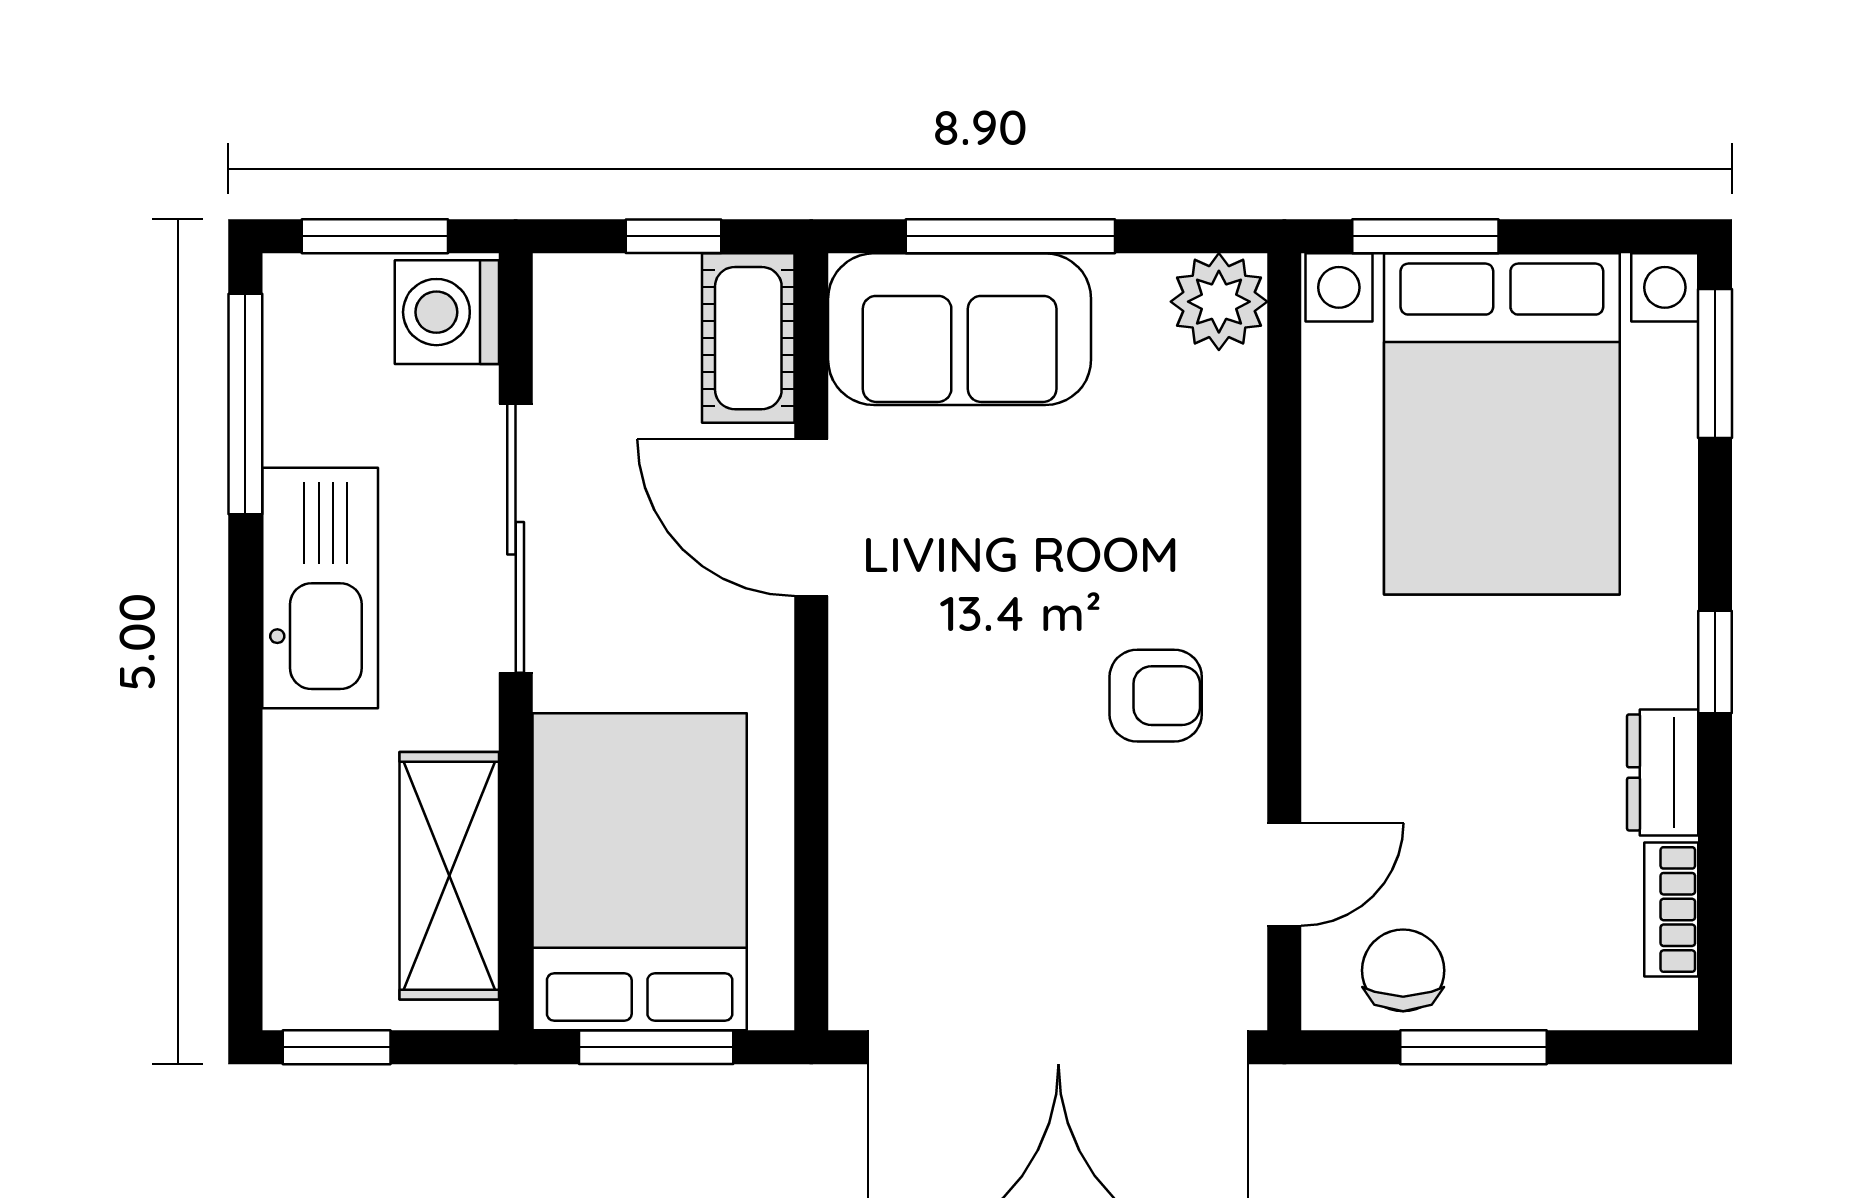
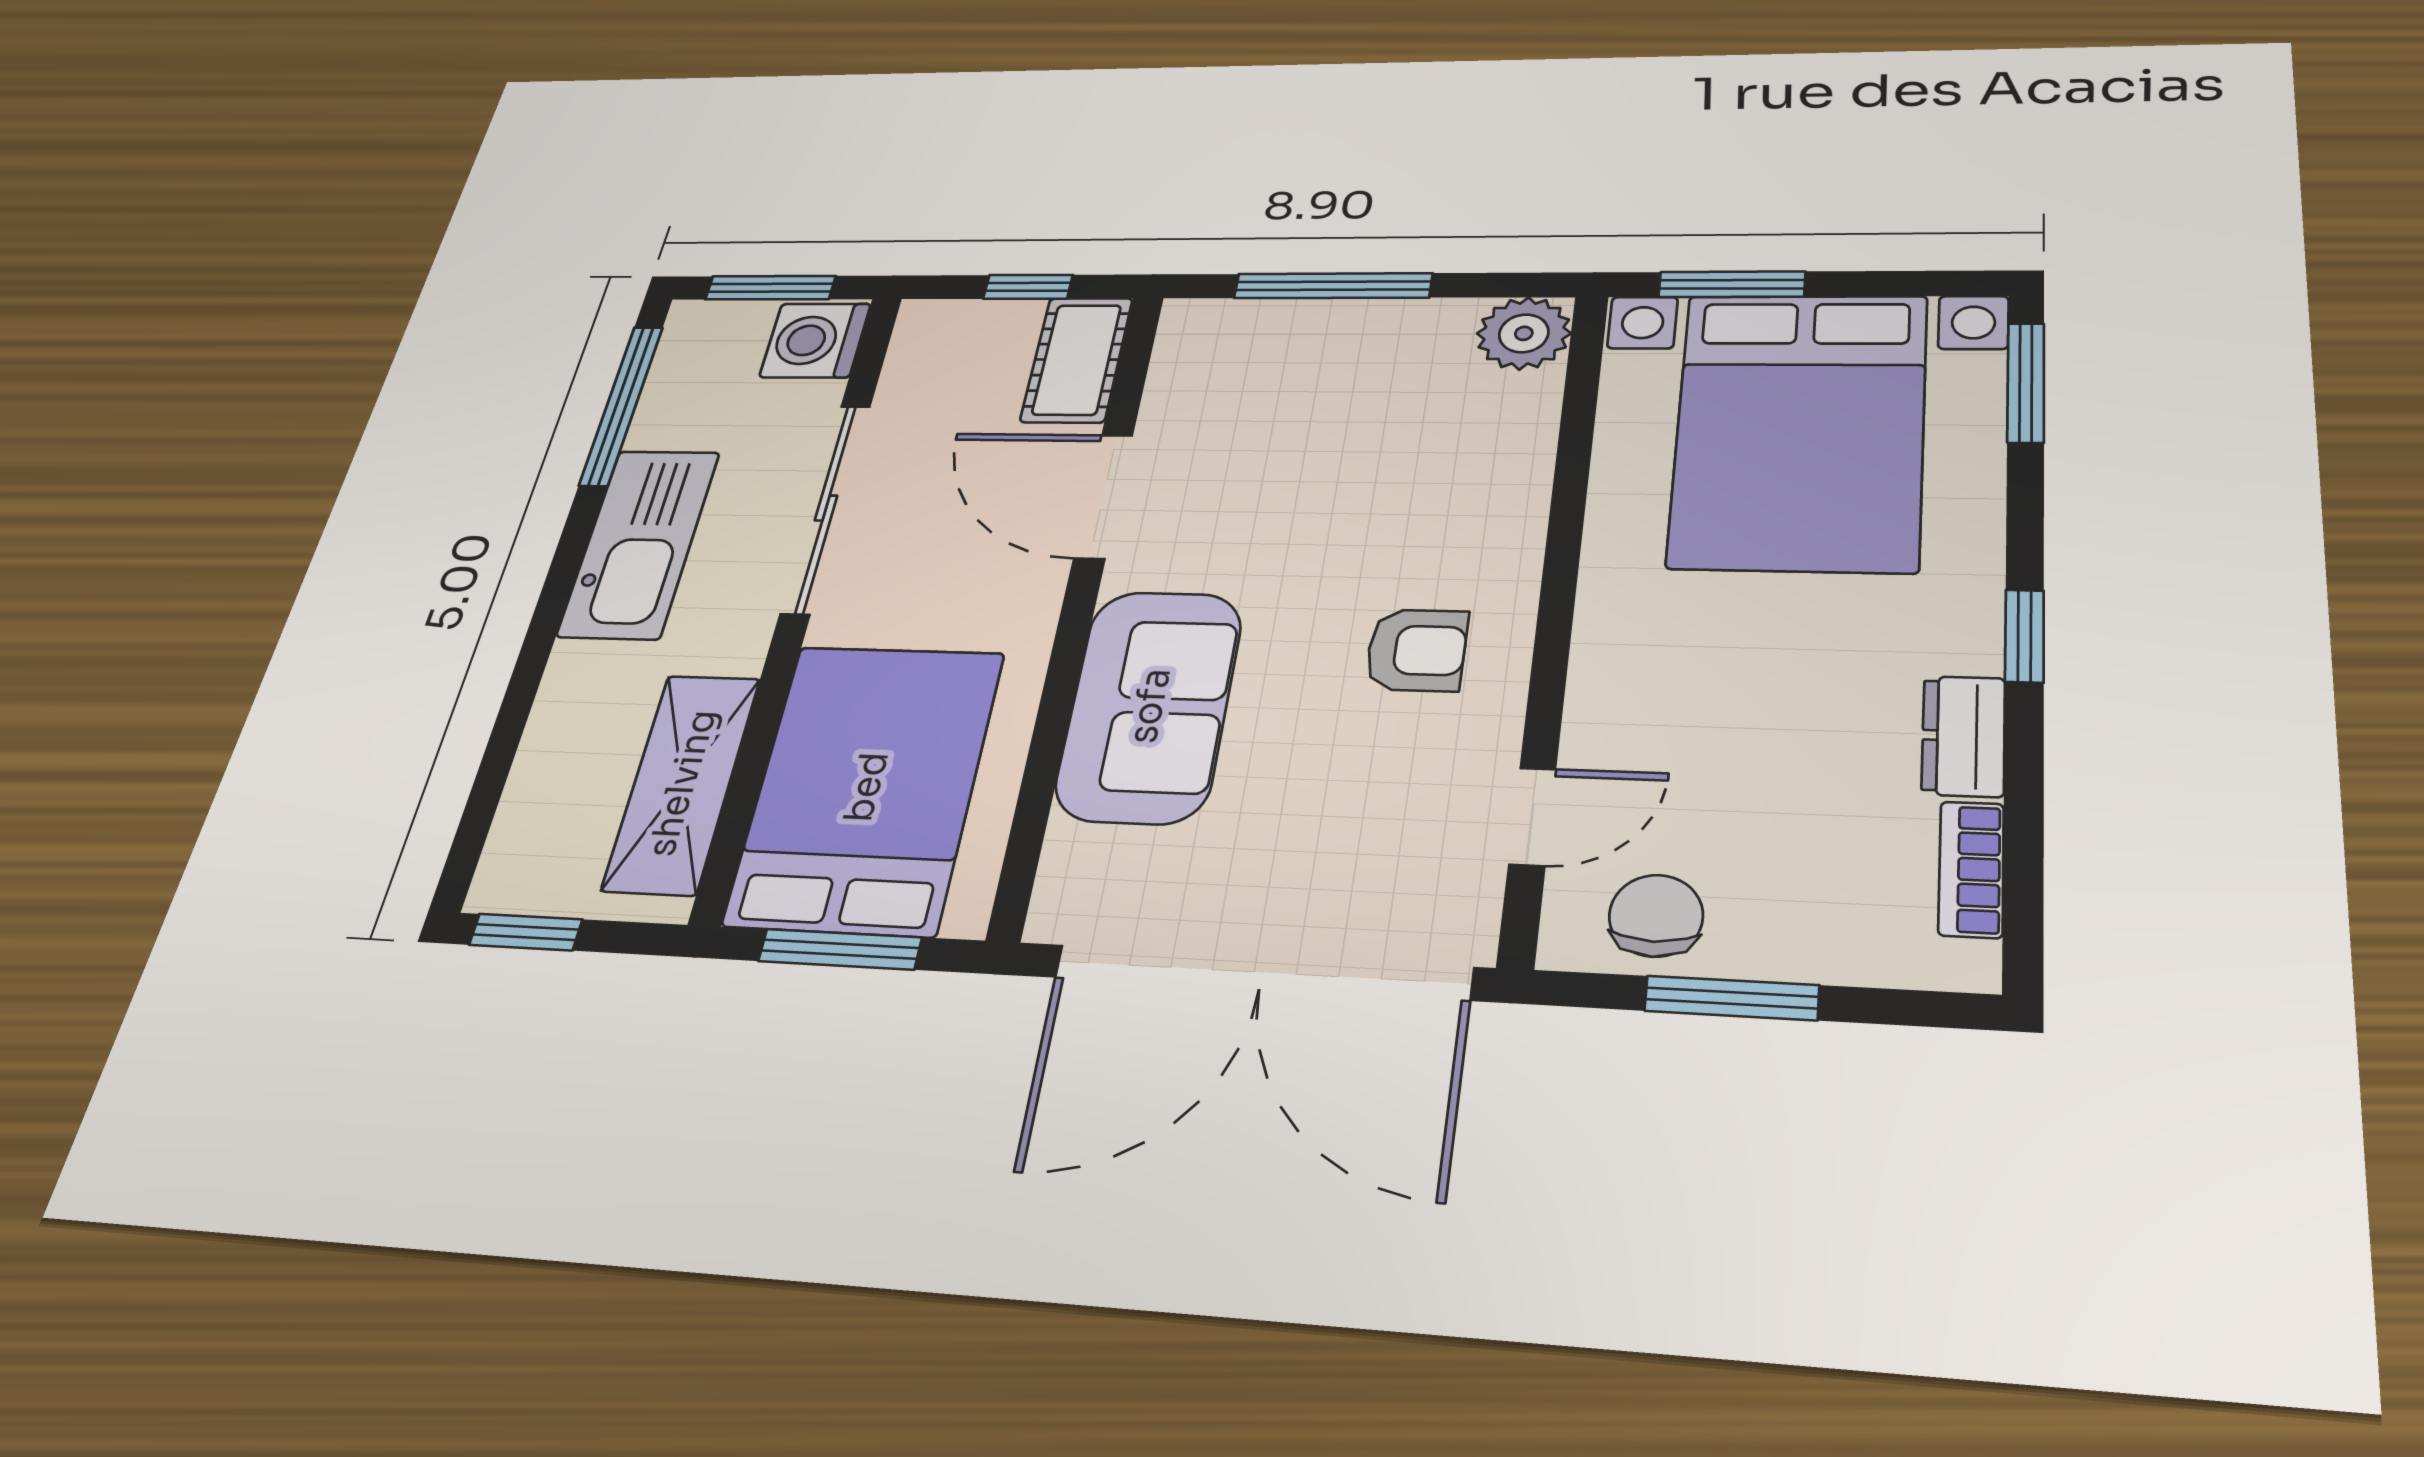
sofa: (960, 329) -> (1149, 706), moved, turned -90

